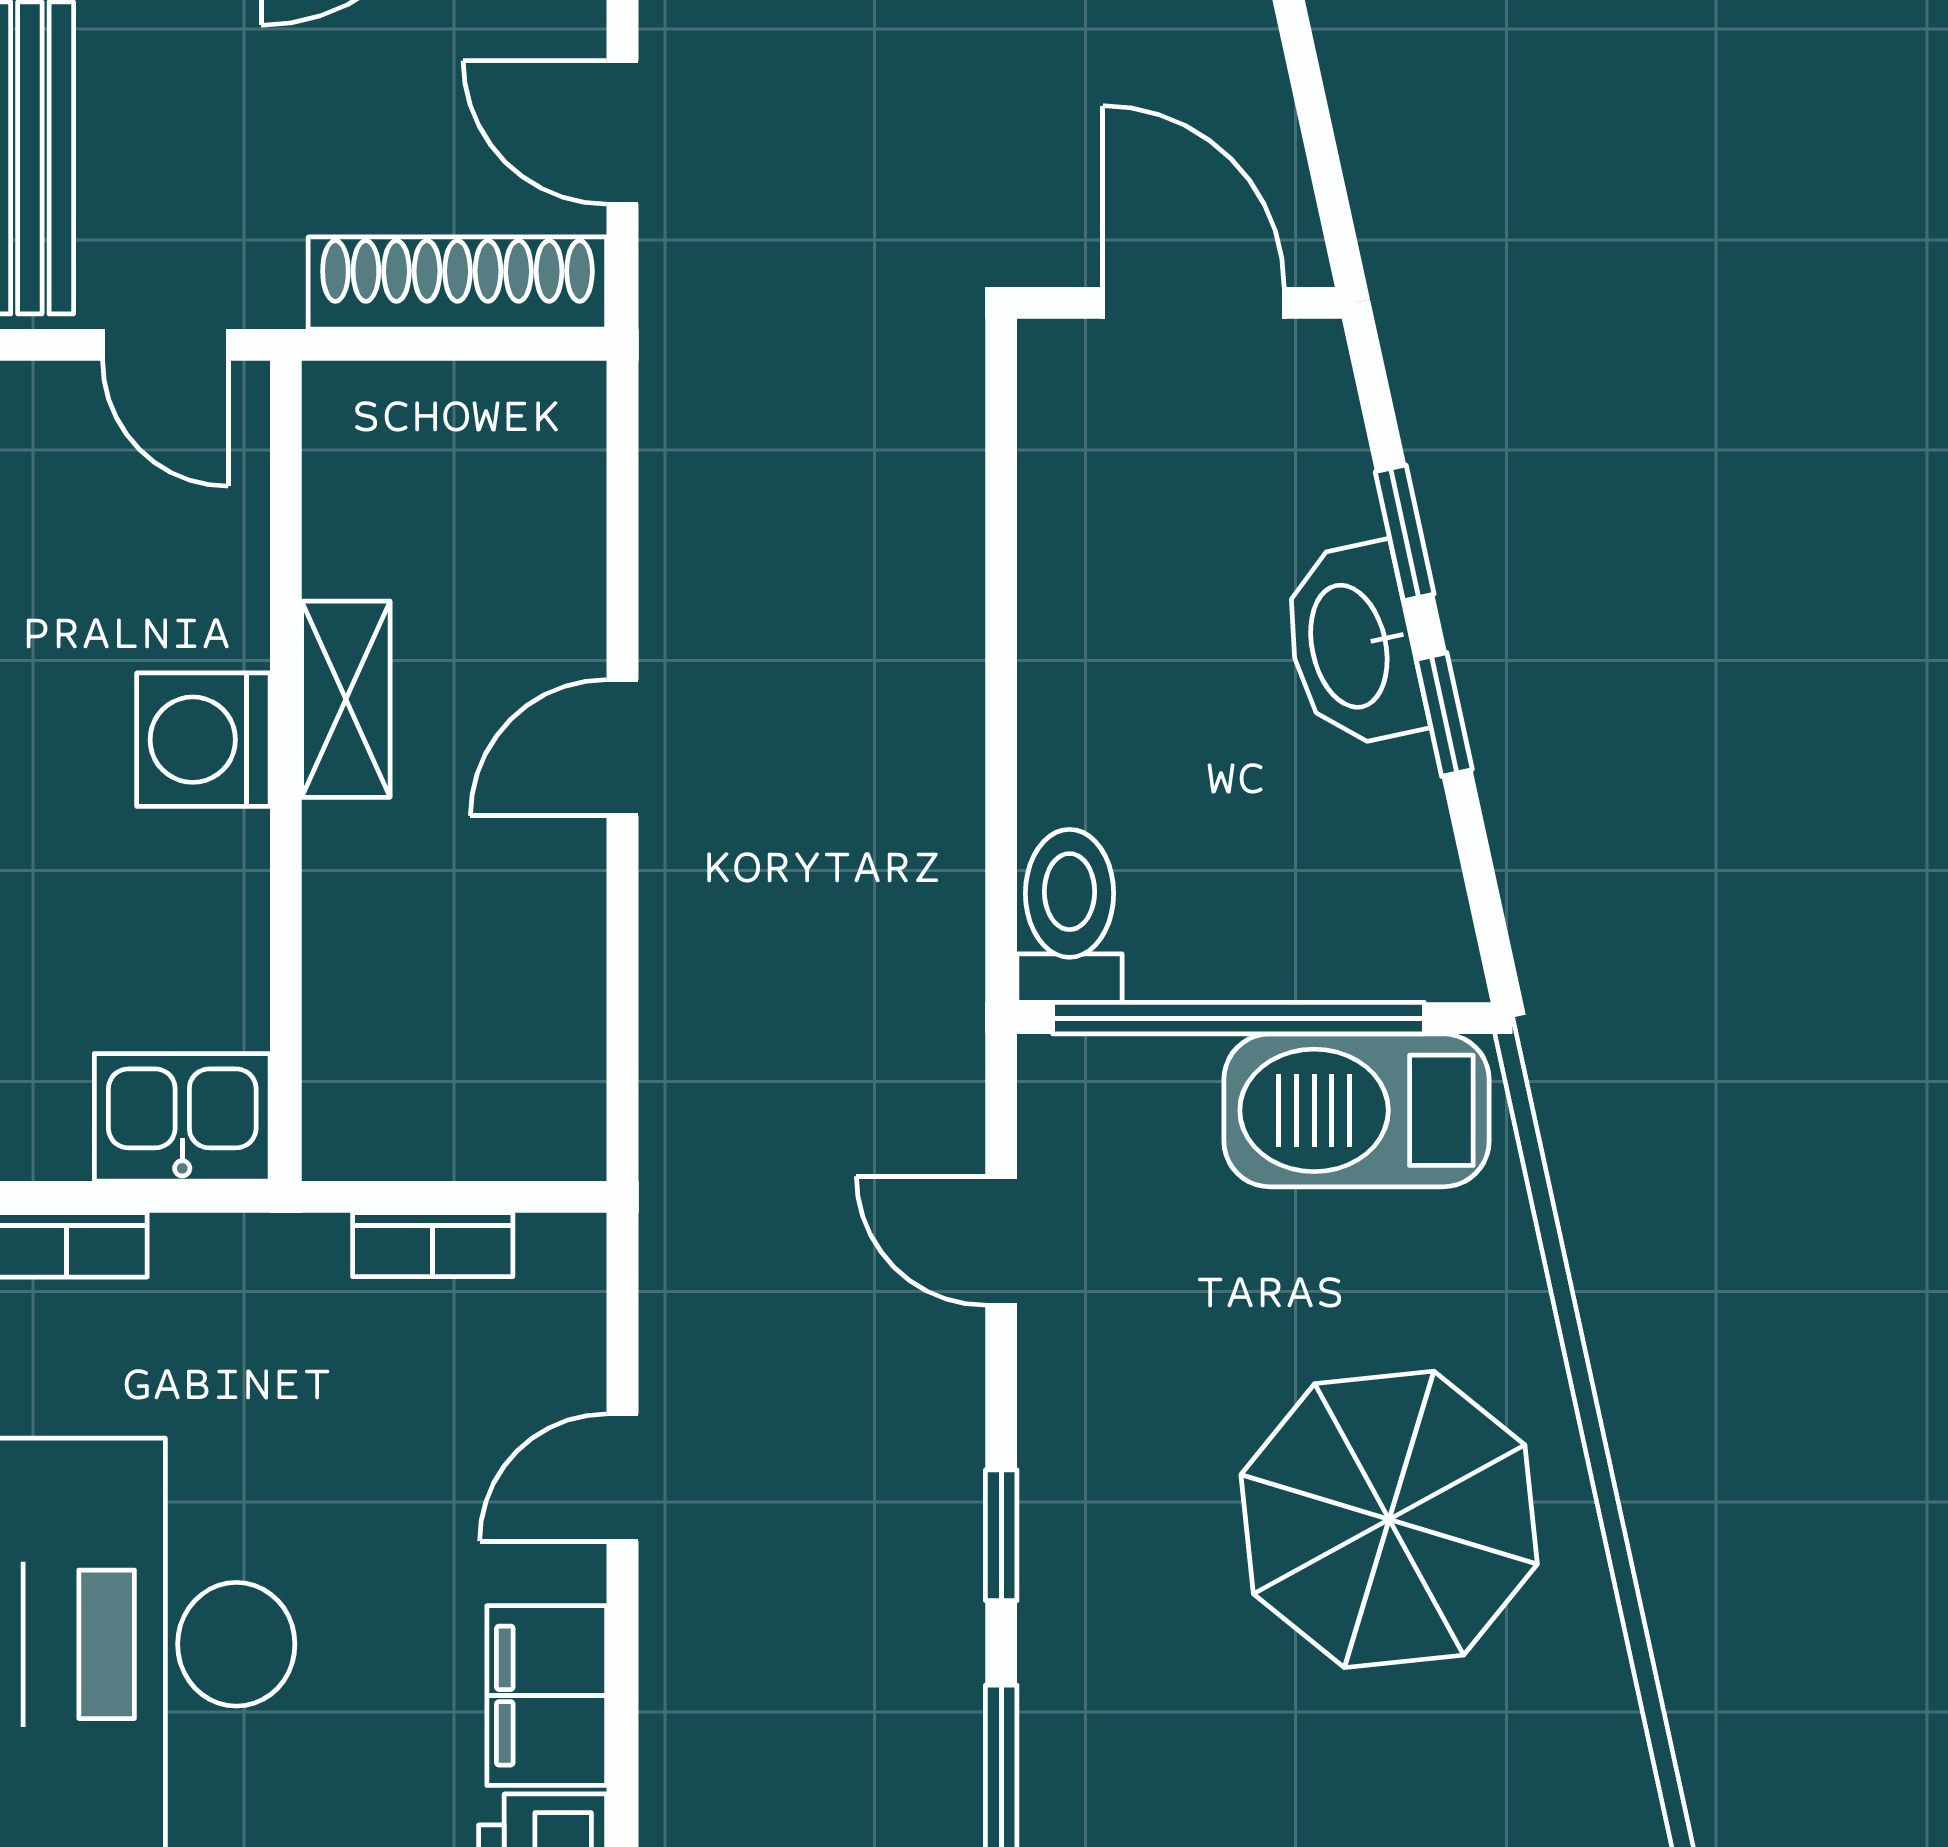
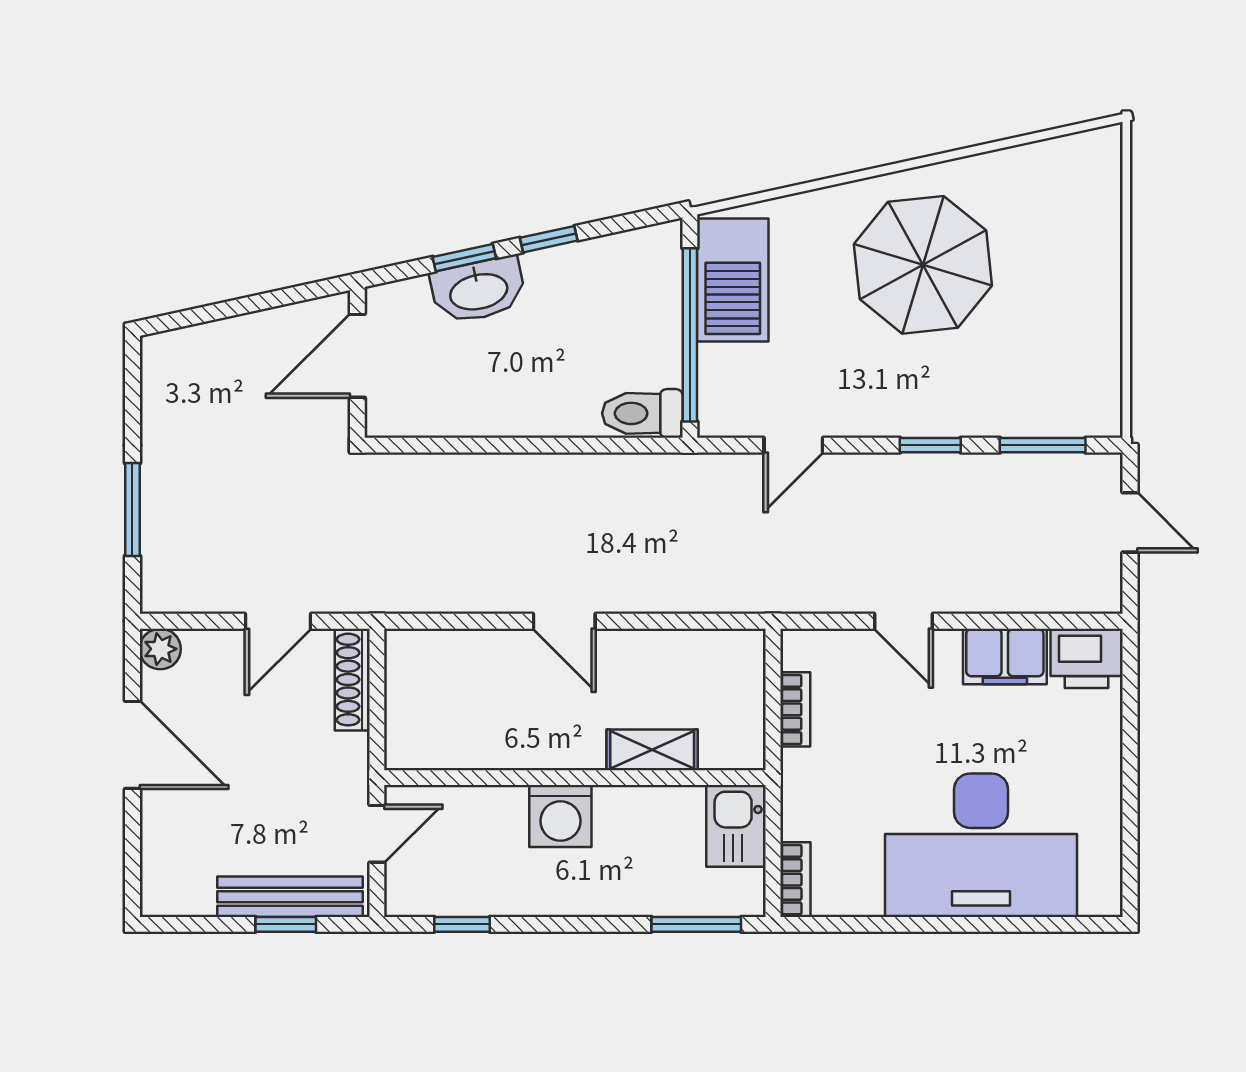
shoe rack: (457, 283) -> (352, 680), width x0.74, depth x0.81
washbasin: (1352, 645) -> (478, 290), moved
shelving: (346, 699) -> (652, 750), moved

